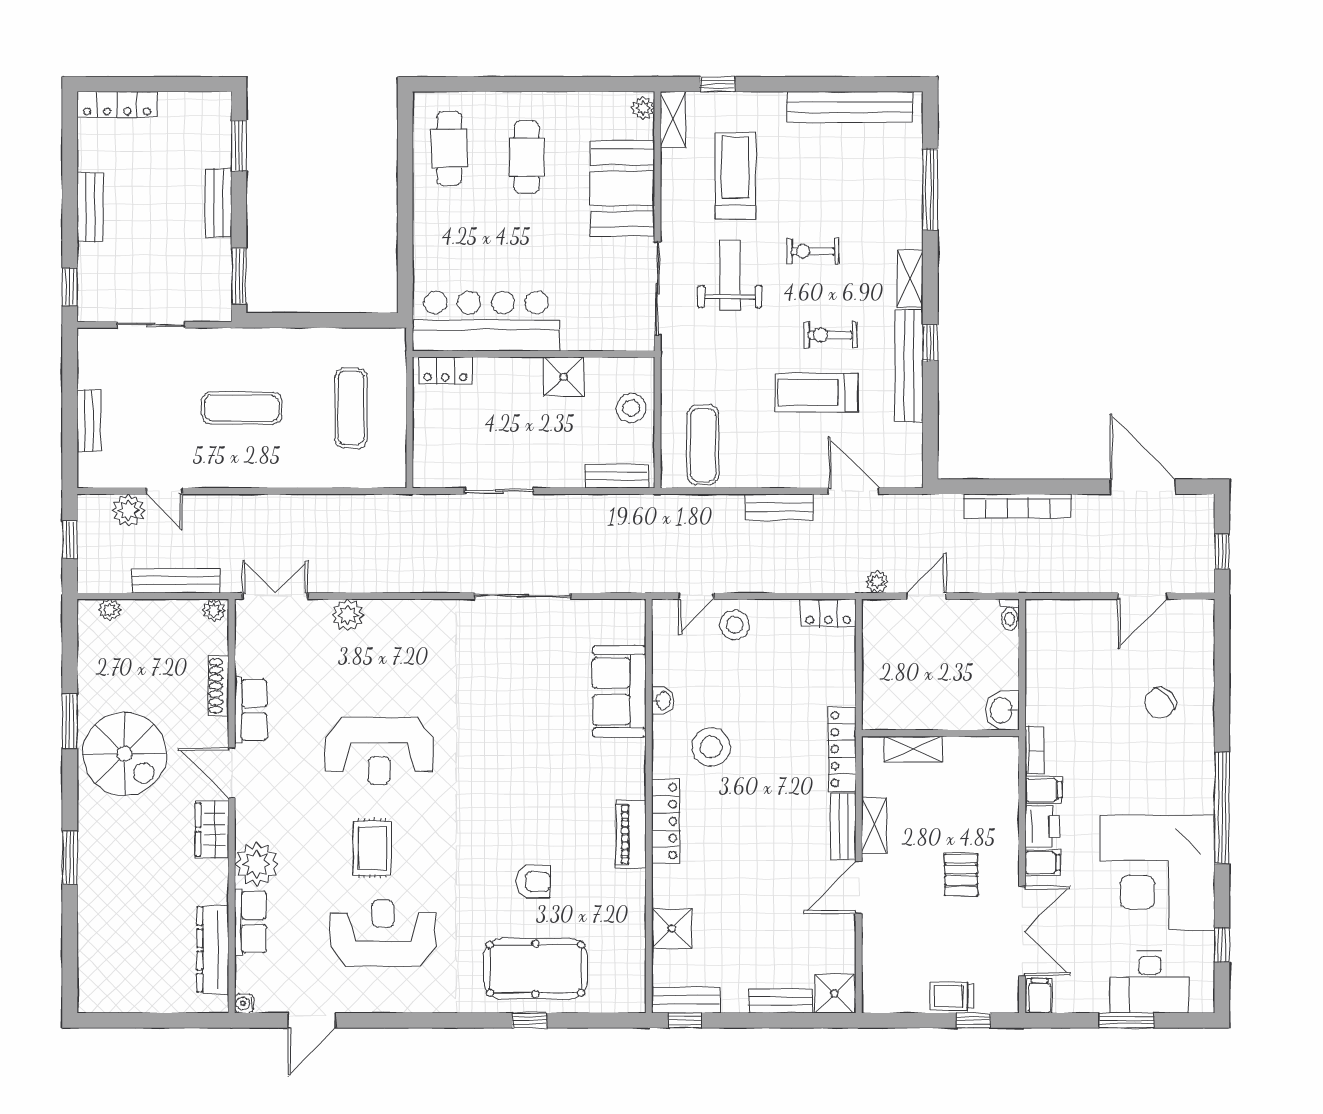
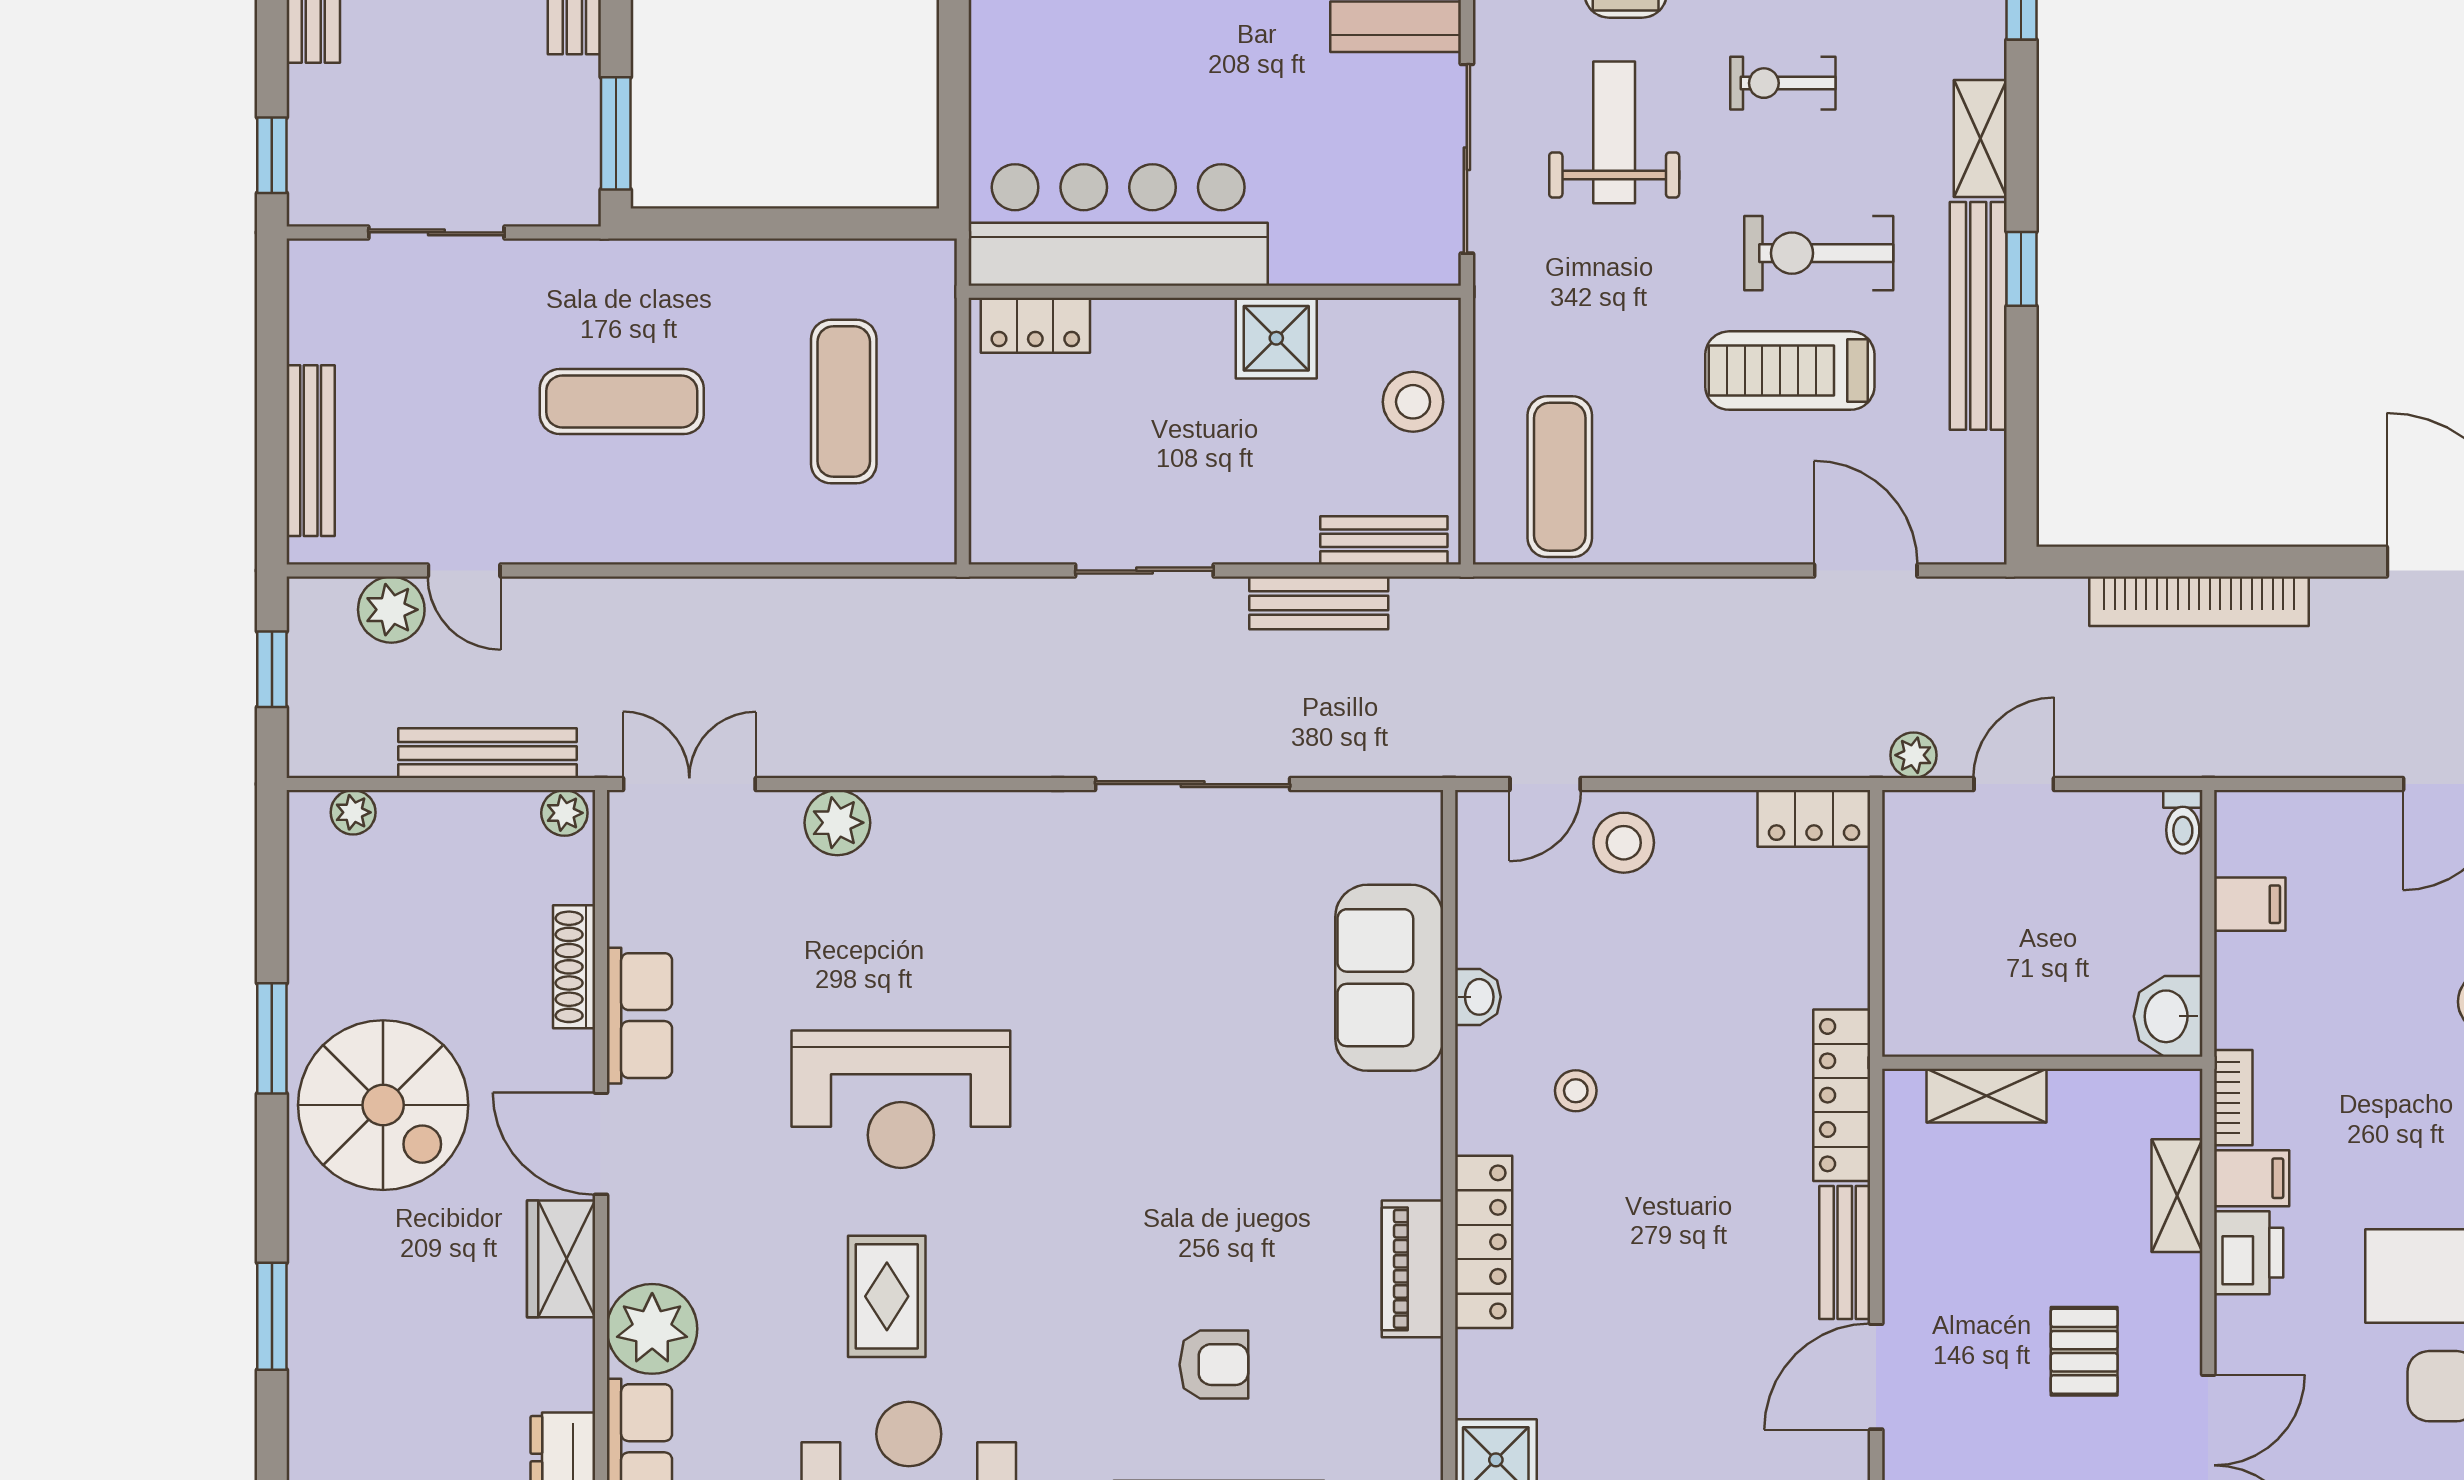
exercise bike: (831, 335) -> (1819, 253), width x1.38, depth x1.39
bench: (89, 421) -> (311, 451), width x1.36
bench: (779, 507) -> (1319, 603), moved
stool: (711, 747) -> (1576, 1091), width x0.53, depth x0.53
shelving: (874, 825) -> (2177, 1196), moved
filing cabinet: (1043, 862) -> (2250, 904), moved

